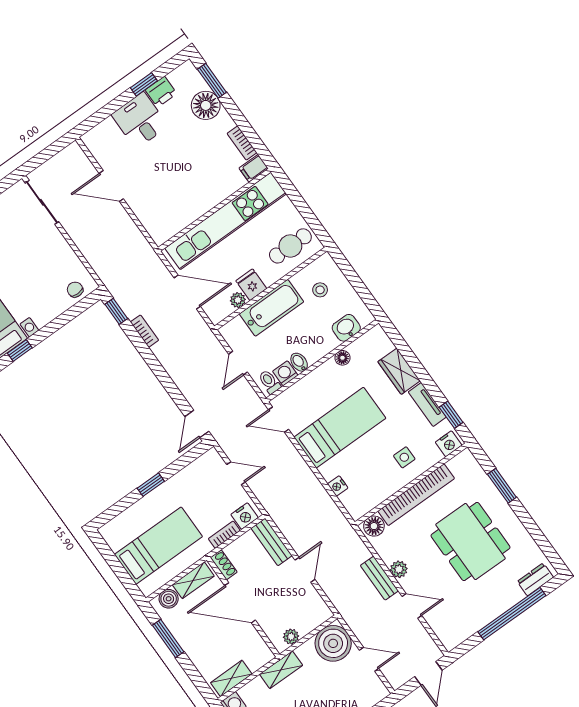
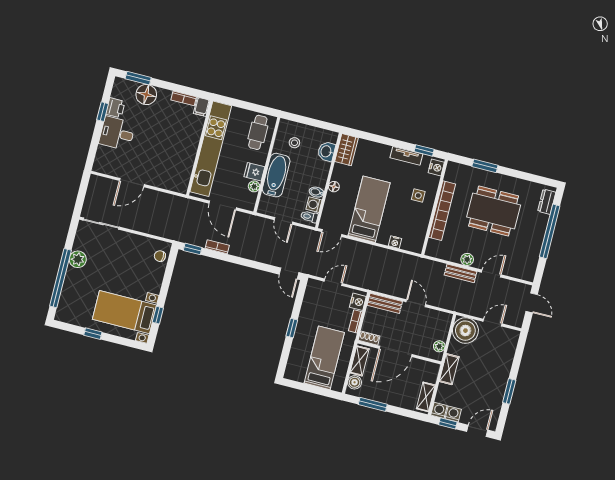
door: (187, 292) -> (223, 205), swing flipped
floor lamp: (342, 358) -> (334, 187), moved
wardrobe: (399, 371) -> (346, 150), moved, turned -90
floor lamp: (374, 526) -> (433, 247), removed

